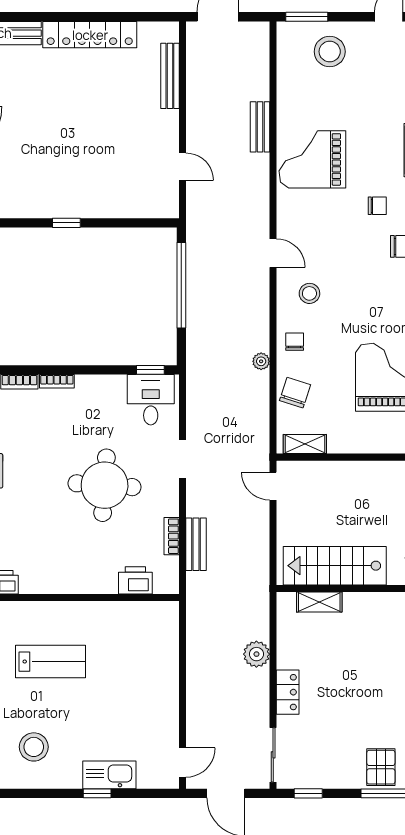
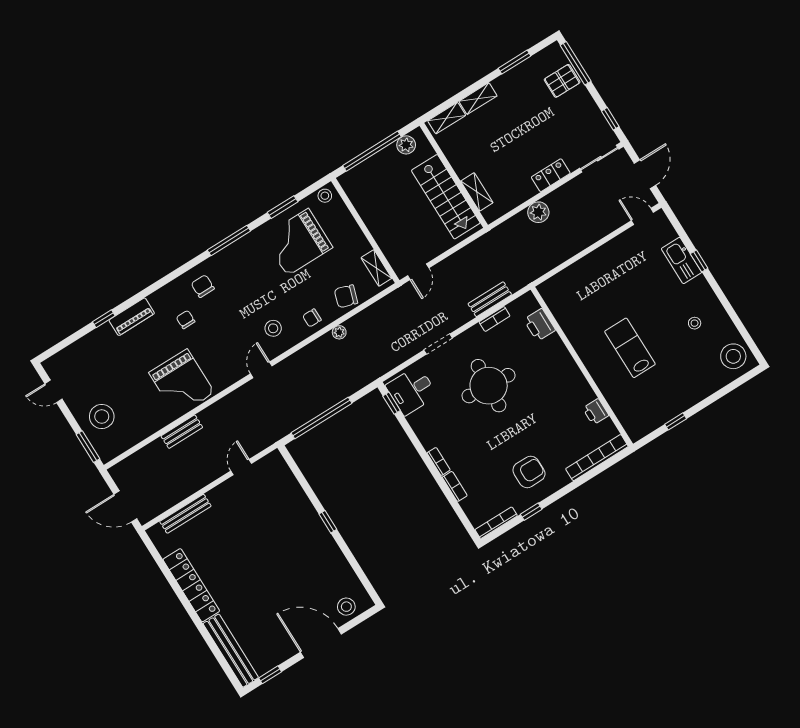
stool: (34, 747) -> (695, 323), width x0.53, depth x0.53

